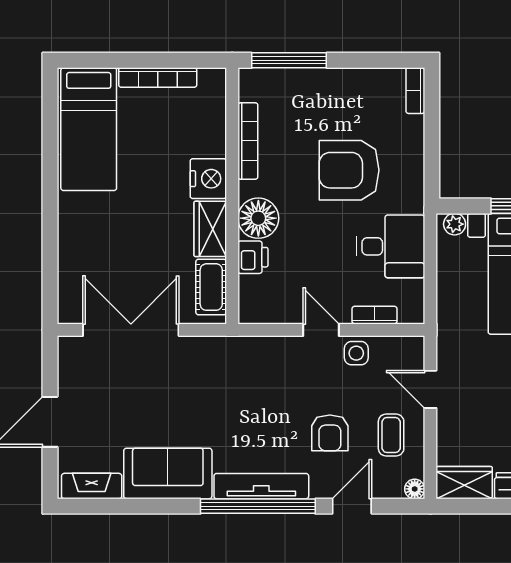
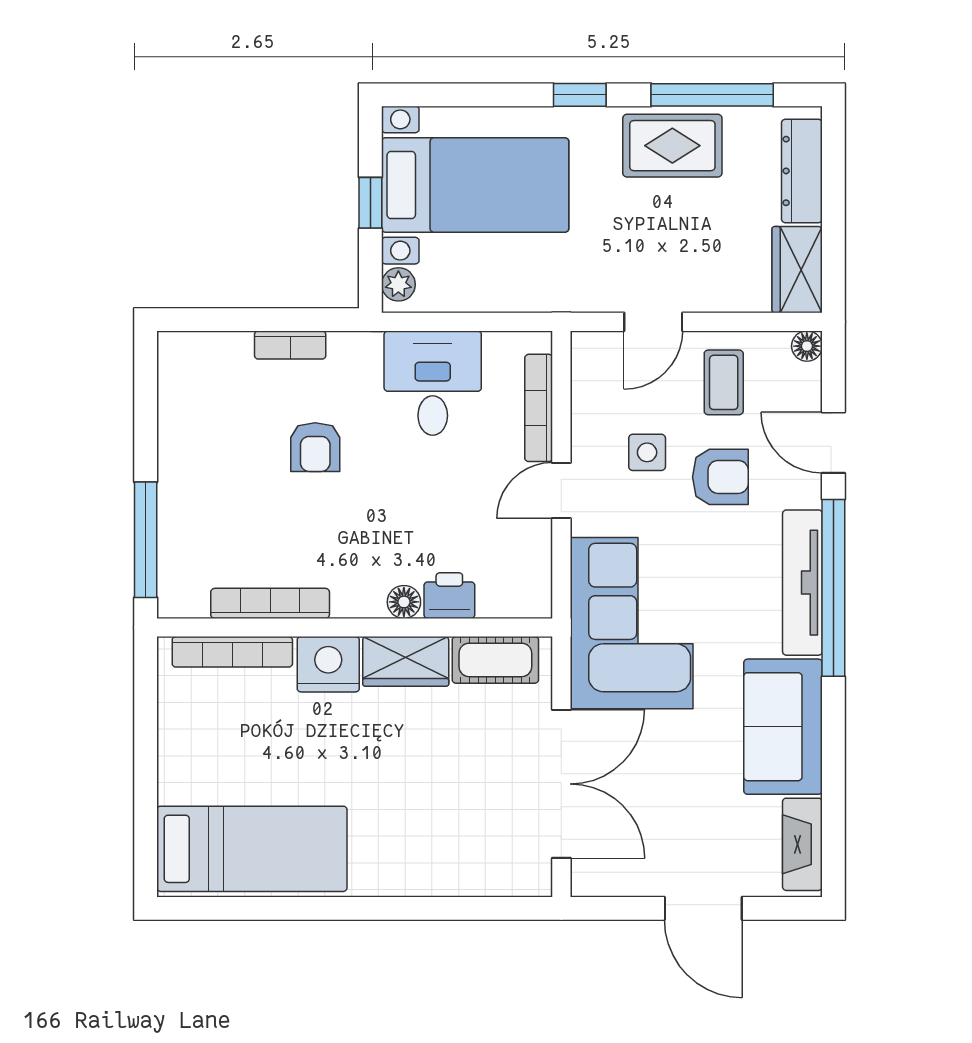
bookcase: (158, 77) -> (232, 652), moved, turned 90
bookcase: (415, 91) -> (290, 345), moved
armchair: (349, 170) -> (315, 447), width x0.53, depth x0.53
floor lamp: (258, 218) -> (404, 602), width x0.53, depth x0.53
bookcase: (375, 315) -> (539, 408), width x1.56
double door: (131, 330) -> (561, 784), swing flipped
side table: (356, 353) -> (647, 452), moved
corner sofa: (235, 375) -> (632, 623), added
coffee table: (391, 435) -> (724, 382), turned 90

